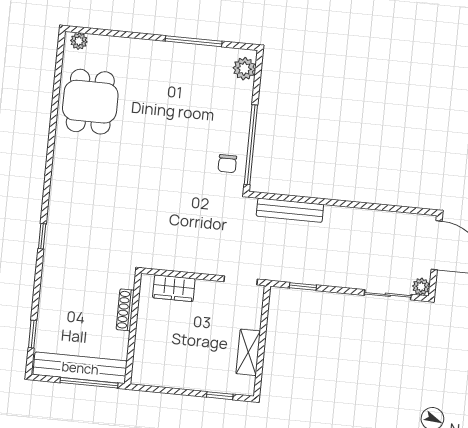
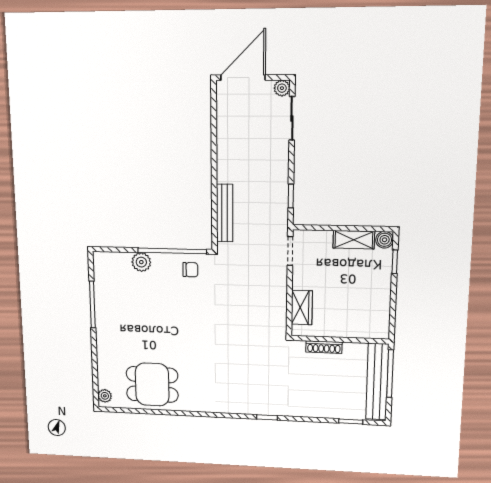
plant: (244, 69) -> (141, 262), moved
boiler: (246, 386) -> (385, 240), added

